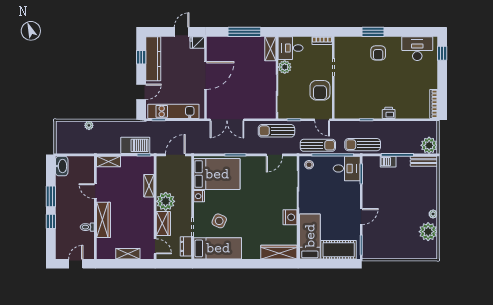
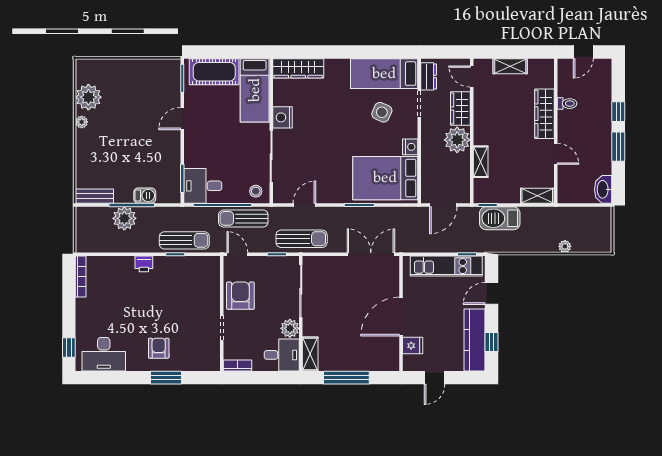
fridge: (197, 43) -> (413, 346), moved
sun lounger: (363, 145) -> (184, 240), moved
plant: (429, 145) -> (124, 218), moved

